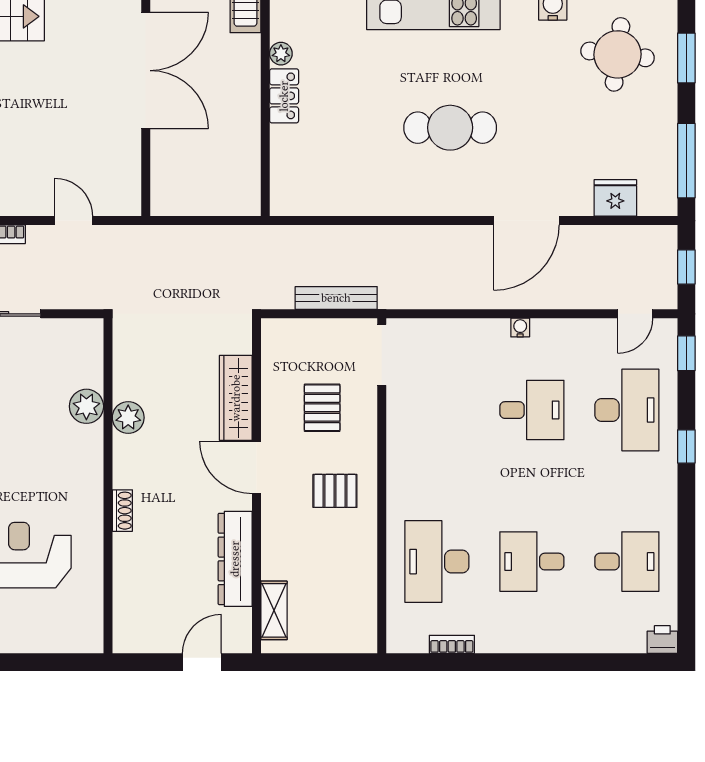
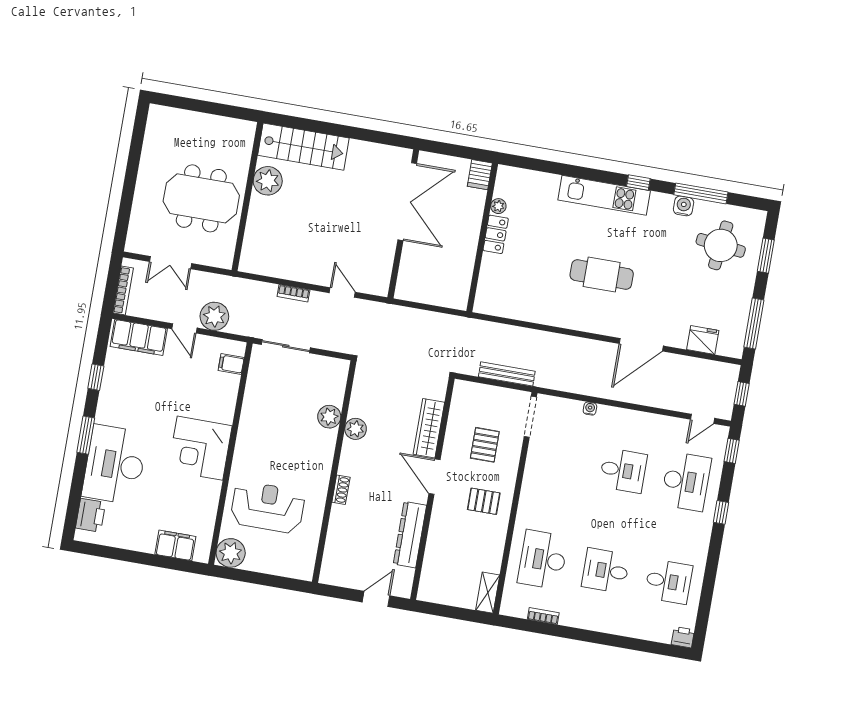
water cooler: (520, 328) -> (590, 409), moved
shelving: (274, 610) -> (488, 593), moved

